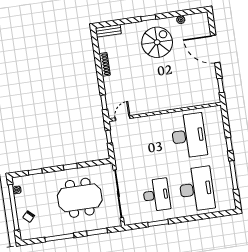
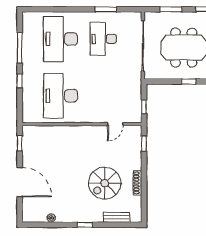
bench: (108, 31) -> (116, 217), moved
spiral stairs: (157, 42) -> (105, 183), moved
door: (123, 118) -> (115, 124), moved

